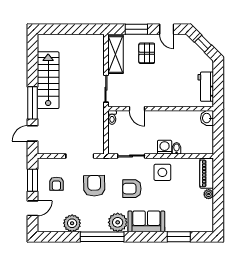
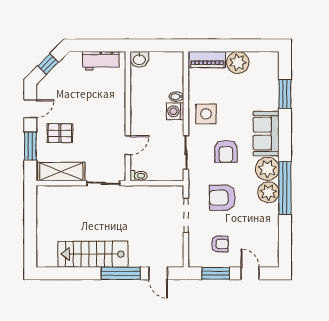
plant: (209, 194) -> (238, 62), width x1.88, depth x1.88
plant: (72, 223) -> (268, 192), moved

